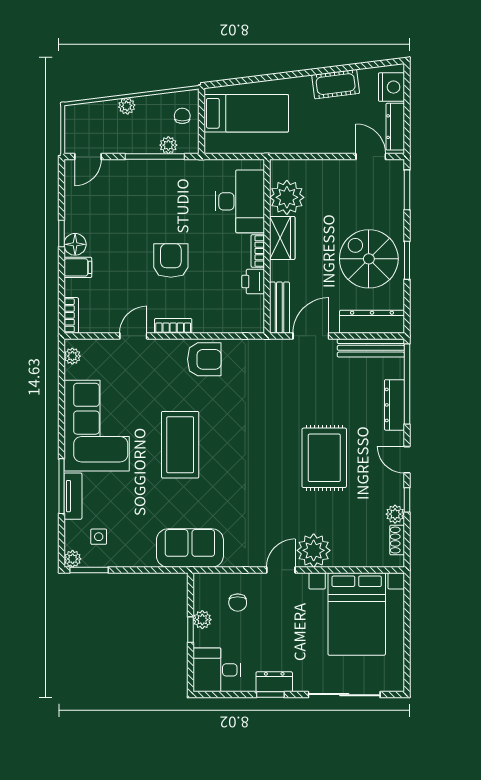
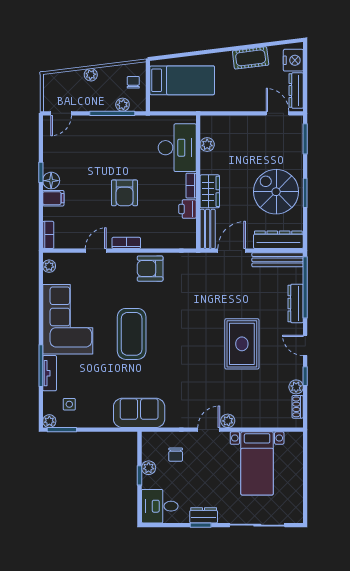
plant: (287, 197) -> (207, 145), width x0.53, depth x0.53
wardrobe: (282, 238) -> (210, 191), moved
armchair: (171, 260) -> (125, 193), turned 180
armchair: (204, 359) -> (150, 269), turned 180
plant: (314, 550) -> (228, 421), width x0.53, depth x0.53
bed with nightstands: (357, 614) -> (257, 463), width x0.73

